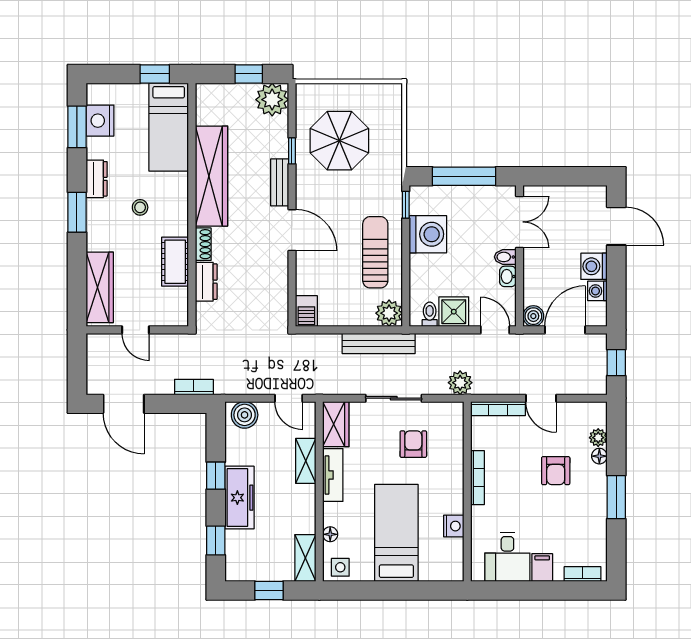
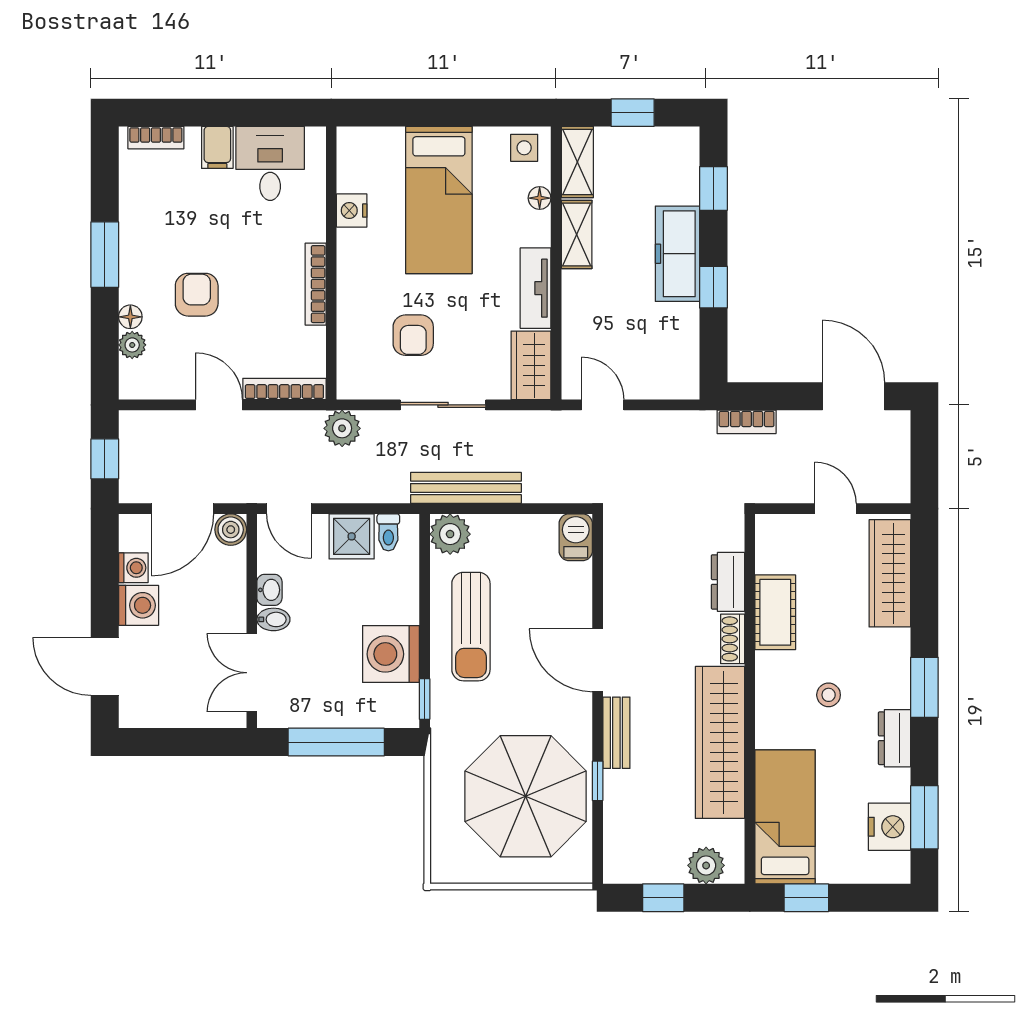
plant: (272, 100) -> (706, 865), moved, width x0.73, depth x0.73
parasol: (339, 141) -> (526, 796), width x1.36, depth x1.36
boiler: (245, 415) -> (670, 379), removed
shelving: (306, 461) -> (577, 234), moved

